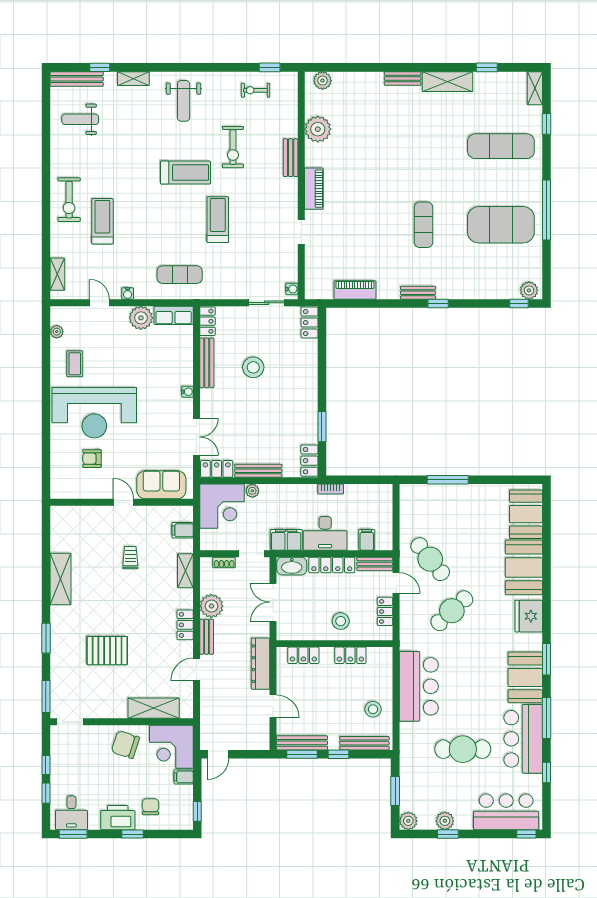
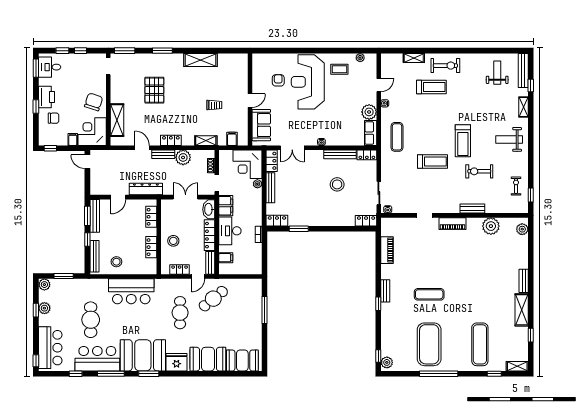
exercise bike: (69, 200) -> (445, 66), turned 180
shelving: (57, 274) -> (414, 58), moved
cafe table: (452, 611) -> (180, 313), turned 43
booth: (525, 677) -> (143, 355), width x1.36, depth x1.42

